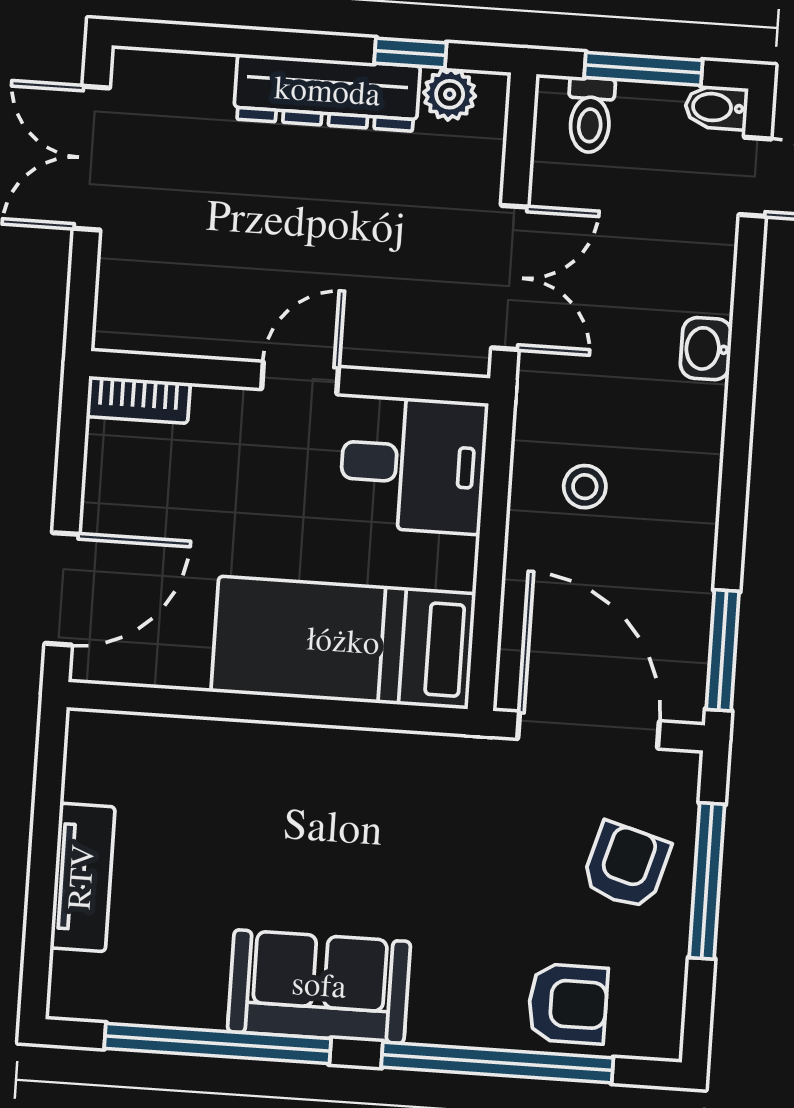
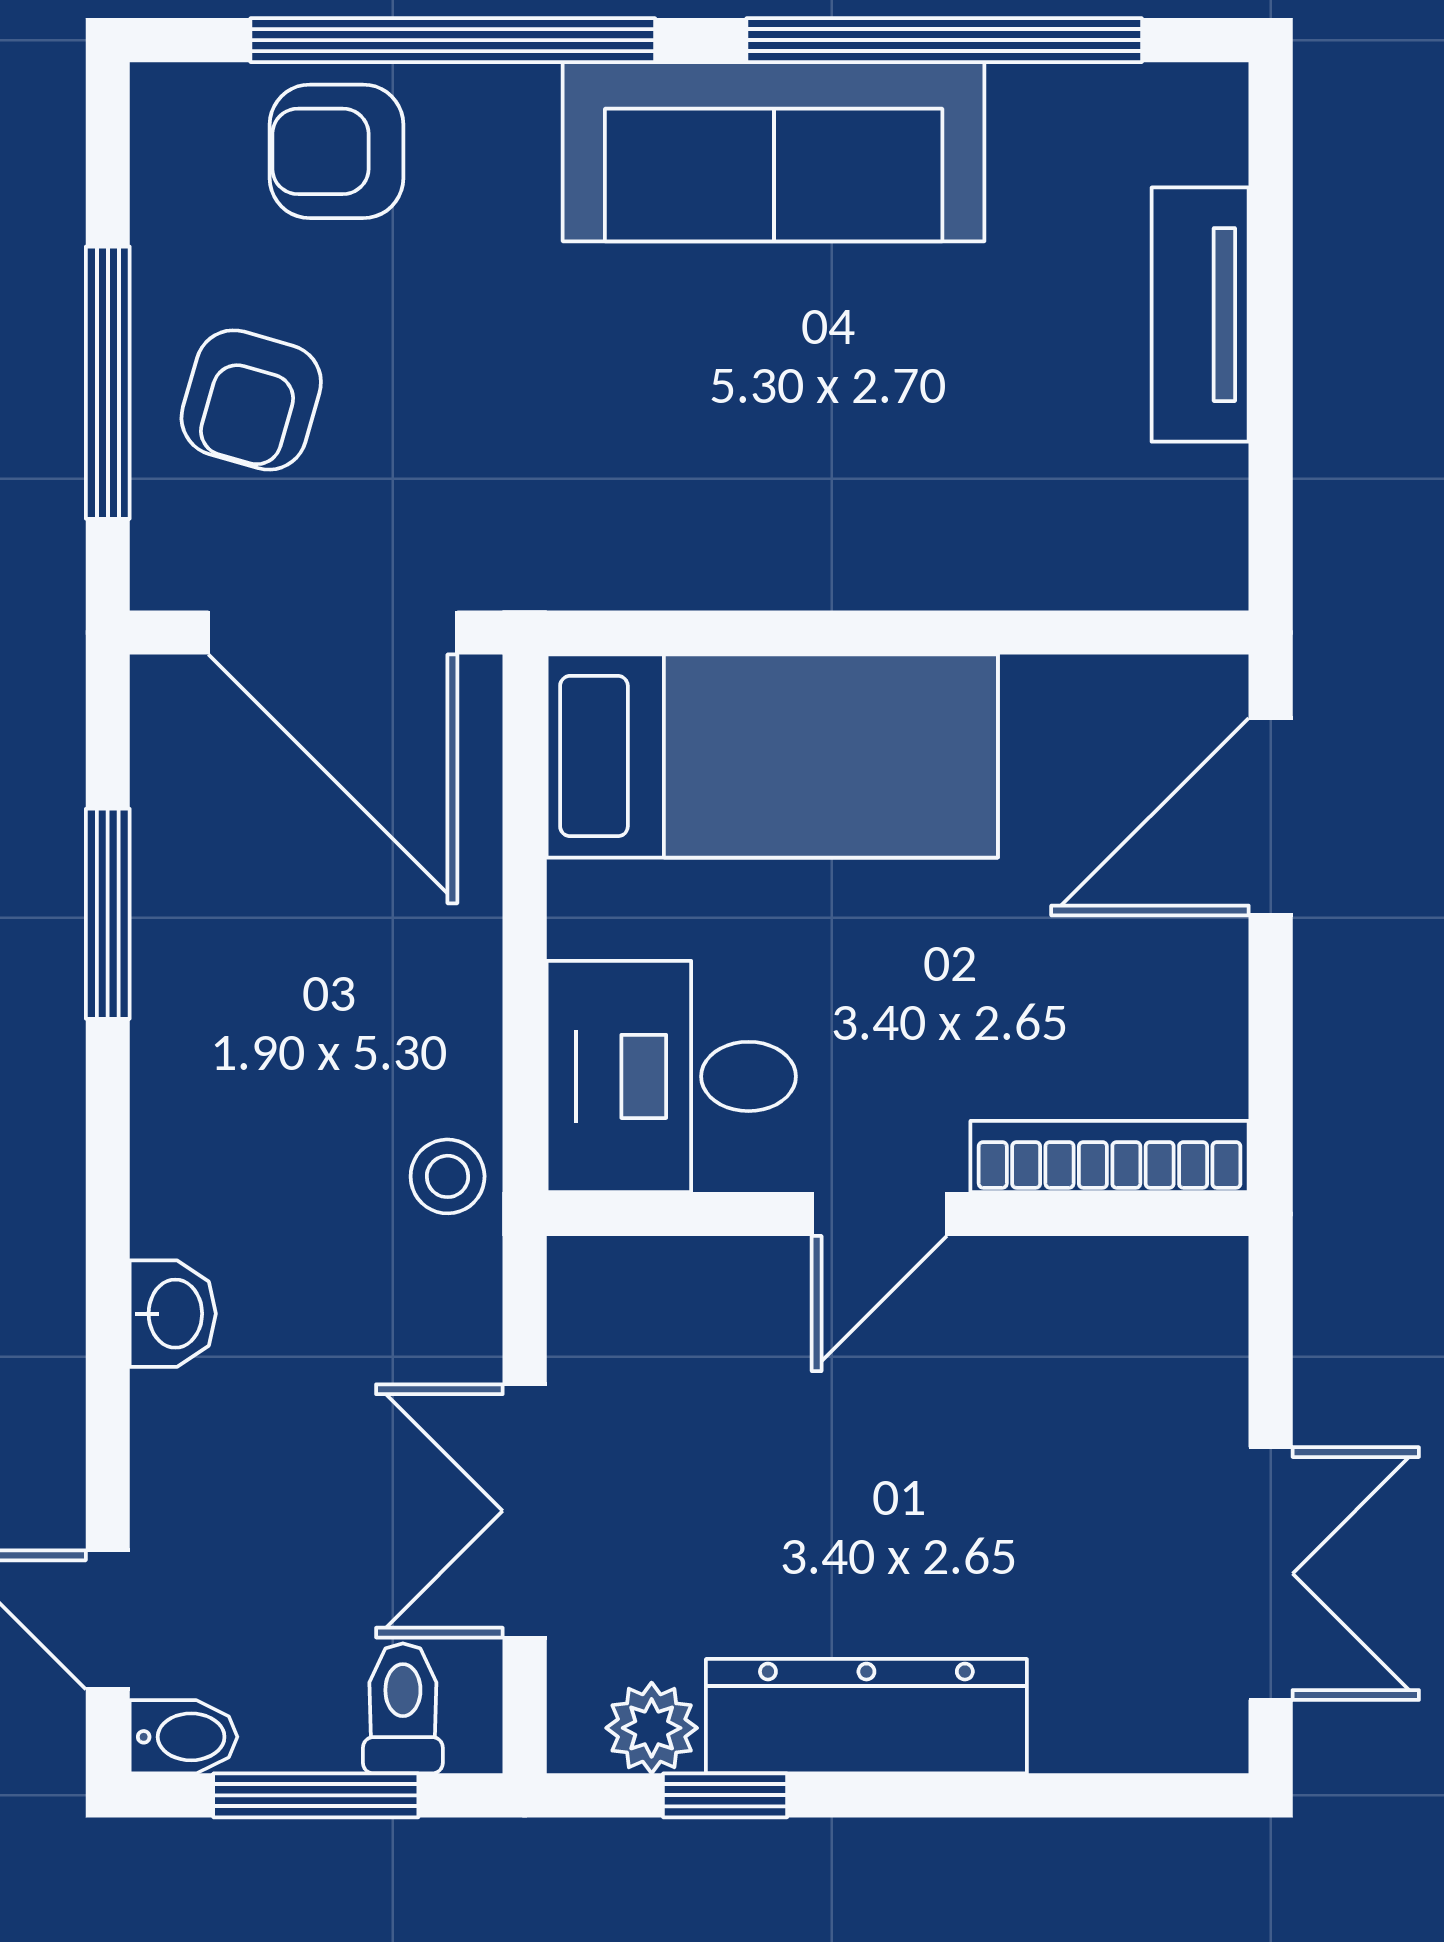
double door: (510, 277) -> (525, 1511), moved
bookcase: (138, 400) -> (1110, 1156), width x1.56
stool: (585, 487) -> (448, 1176), moved
window: (723, 650) -> (108, 914), moved
sofa: (319, 987) -> (774, 152), width x1.36

